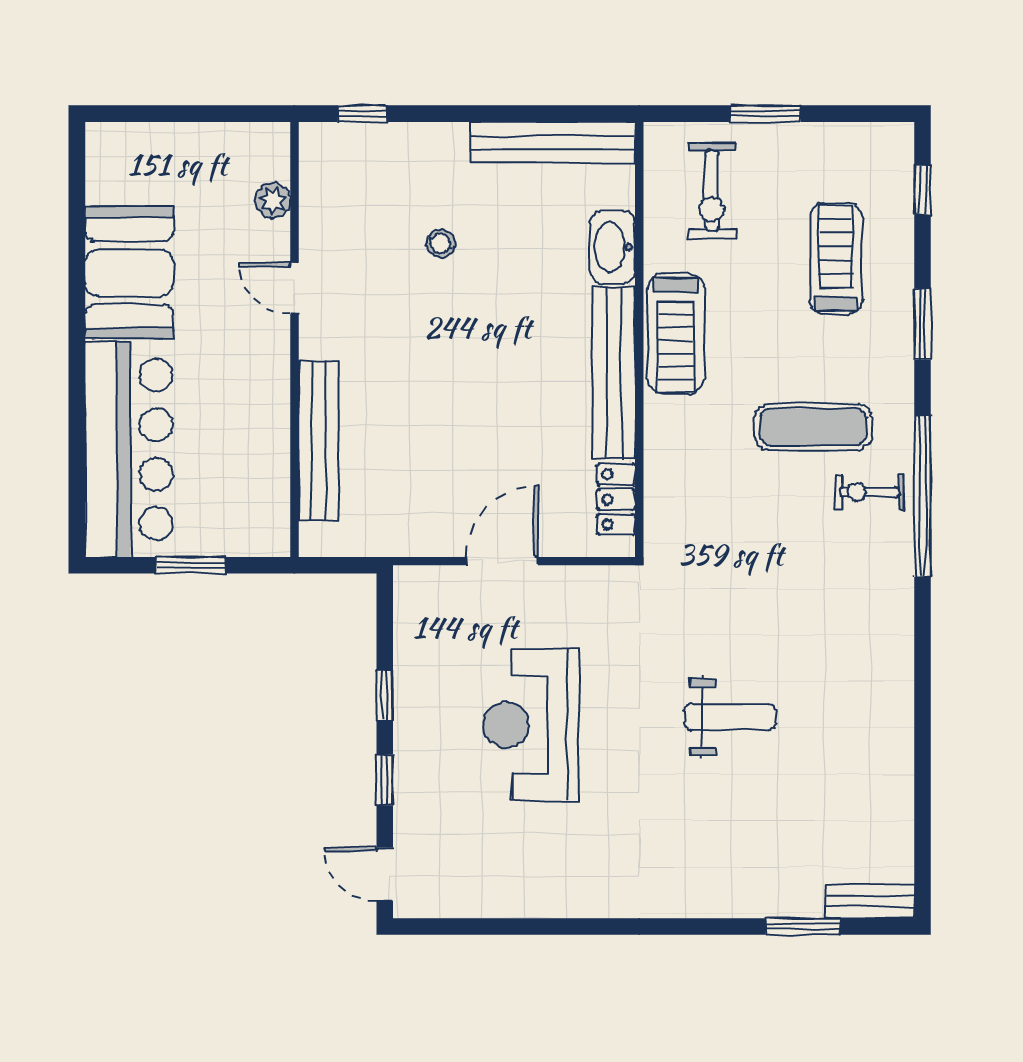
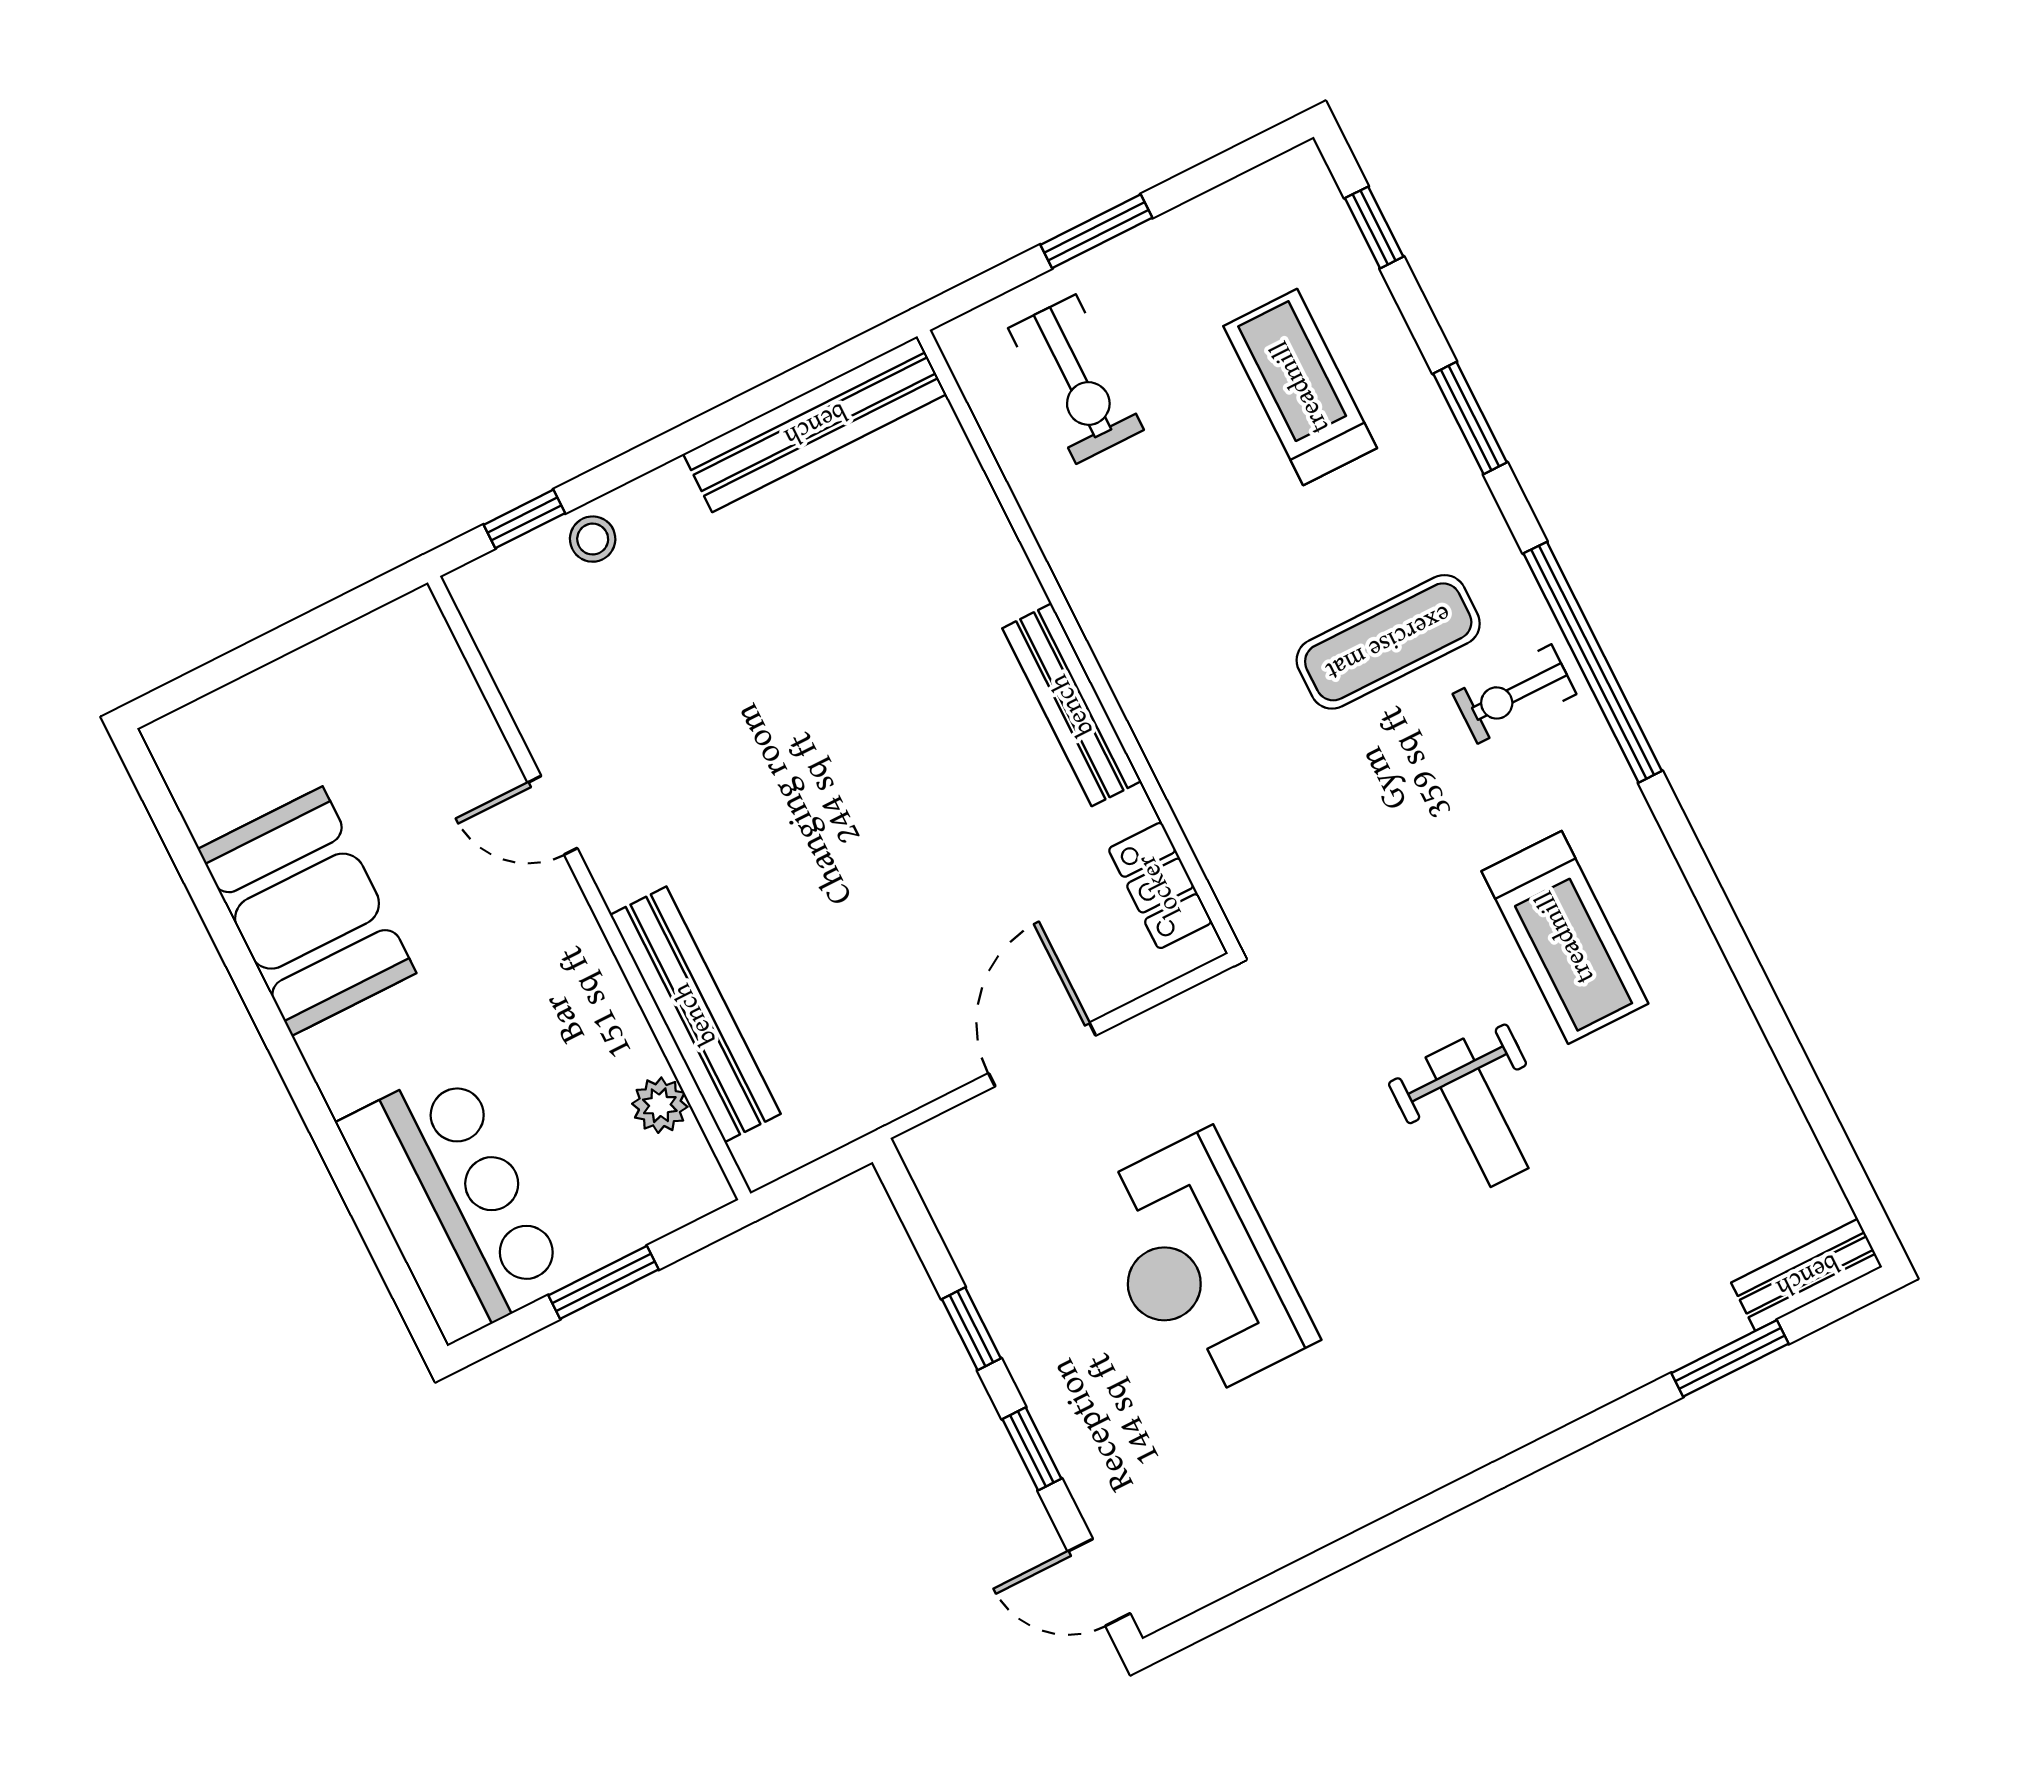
plant: (273, 200) -> (660, 1105), moved
stool: (441, 244) -> (593, 539), moved
washbasin: (613, 247) -> (975, 530), removed
treadmill: (676, 334) -> (1565, 937), moved
bench: (614, 373) -> (1072, 705), width x0.73, depth x0.82
bar counter: (129, 449) -> (453, 1203), width x0.73
weight bench: (730, 717) -> (1477, 1113), turned 90

